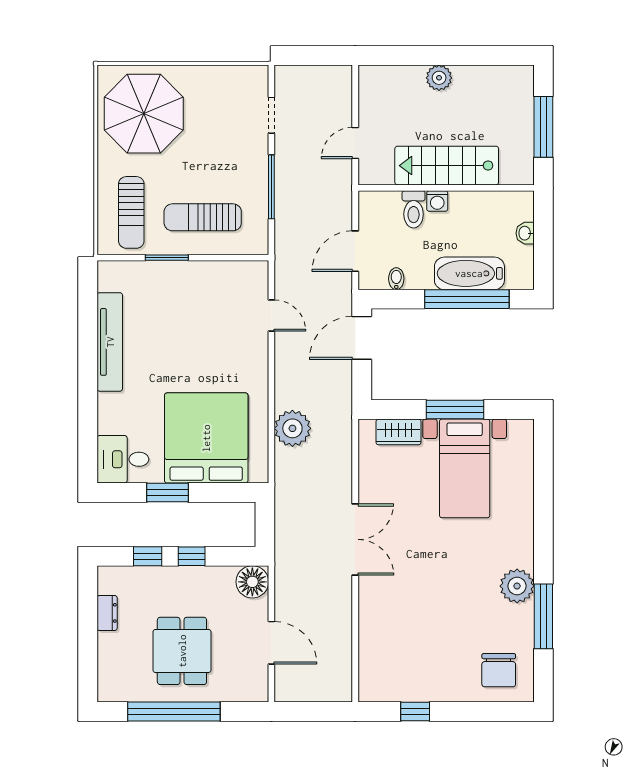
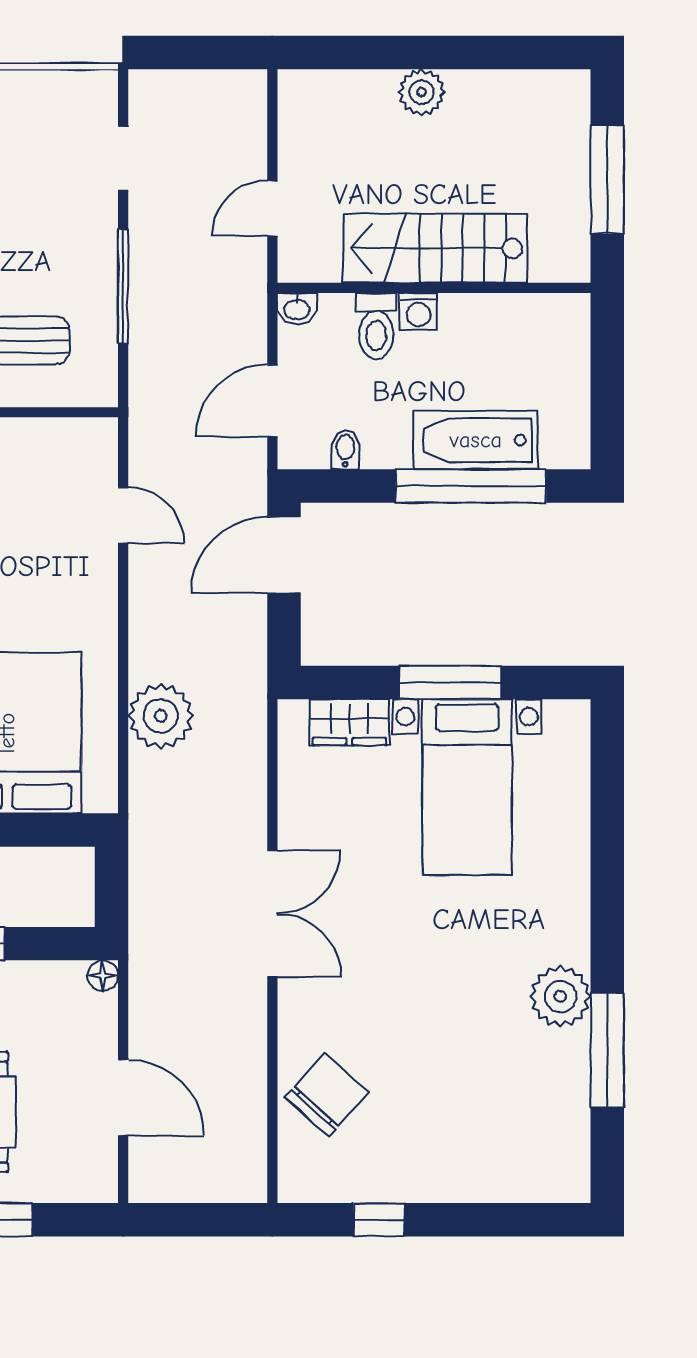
washbasin: (525, 233) -> (297, 309), moved, turned -90
floor lamp: (252, 582) -> (103, 976), width x0.53, depth x0.53
chair: (499, 670) -> (327, 1095), moved, turned -138

